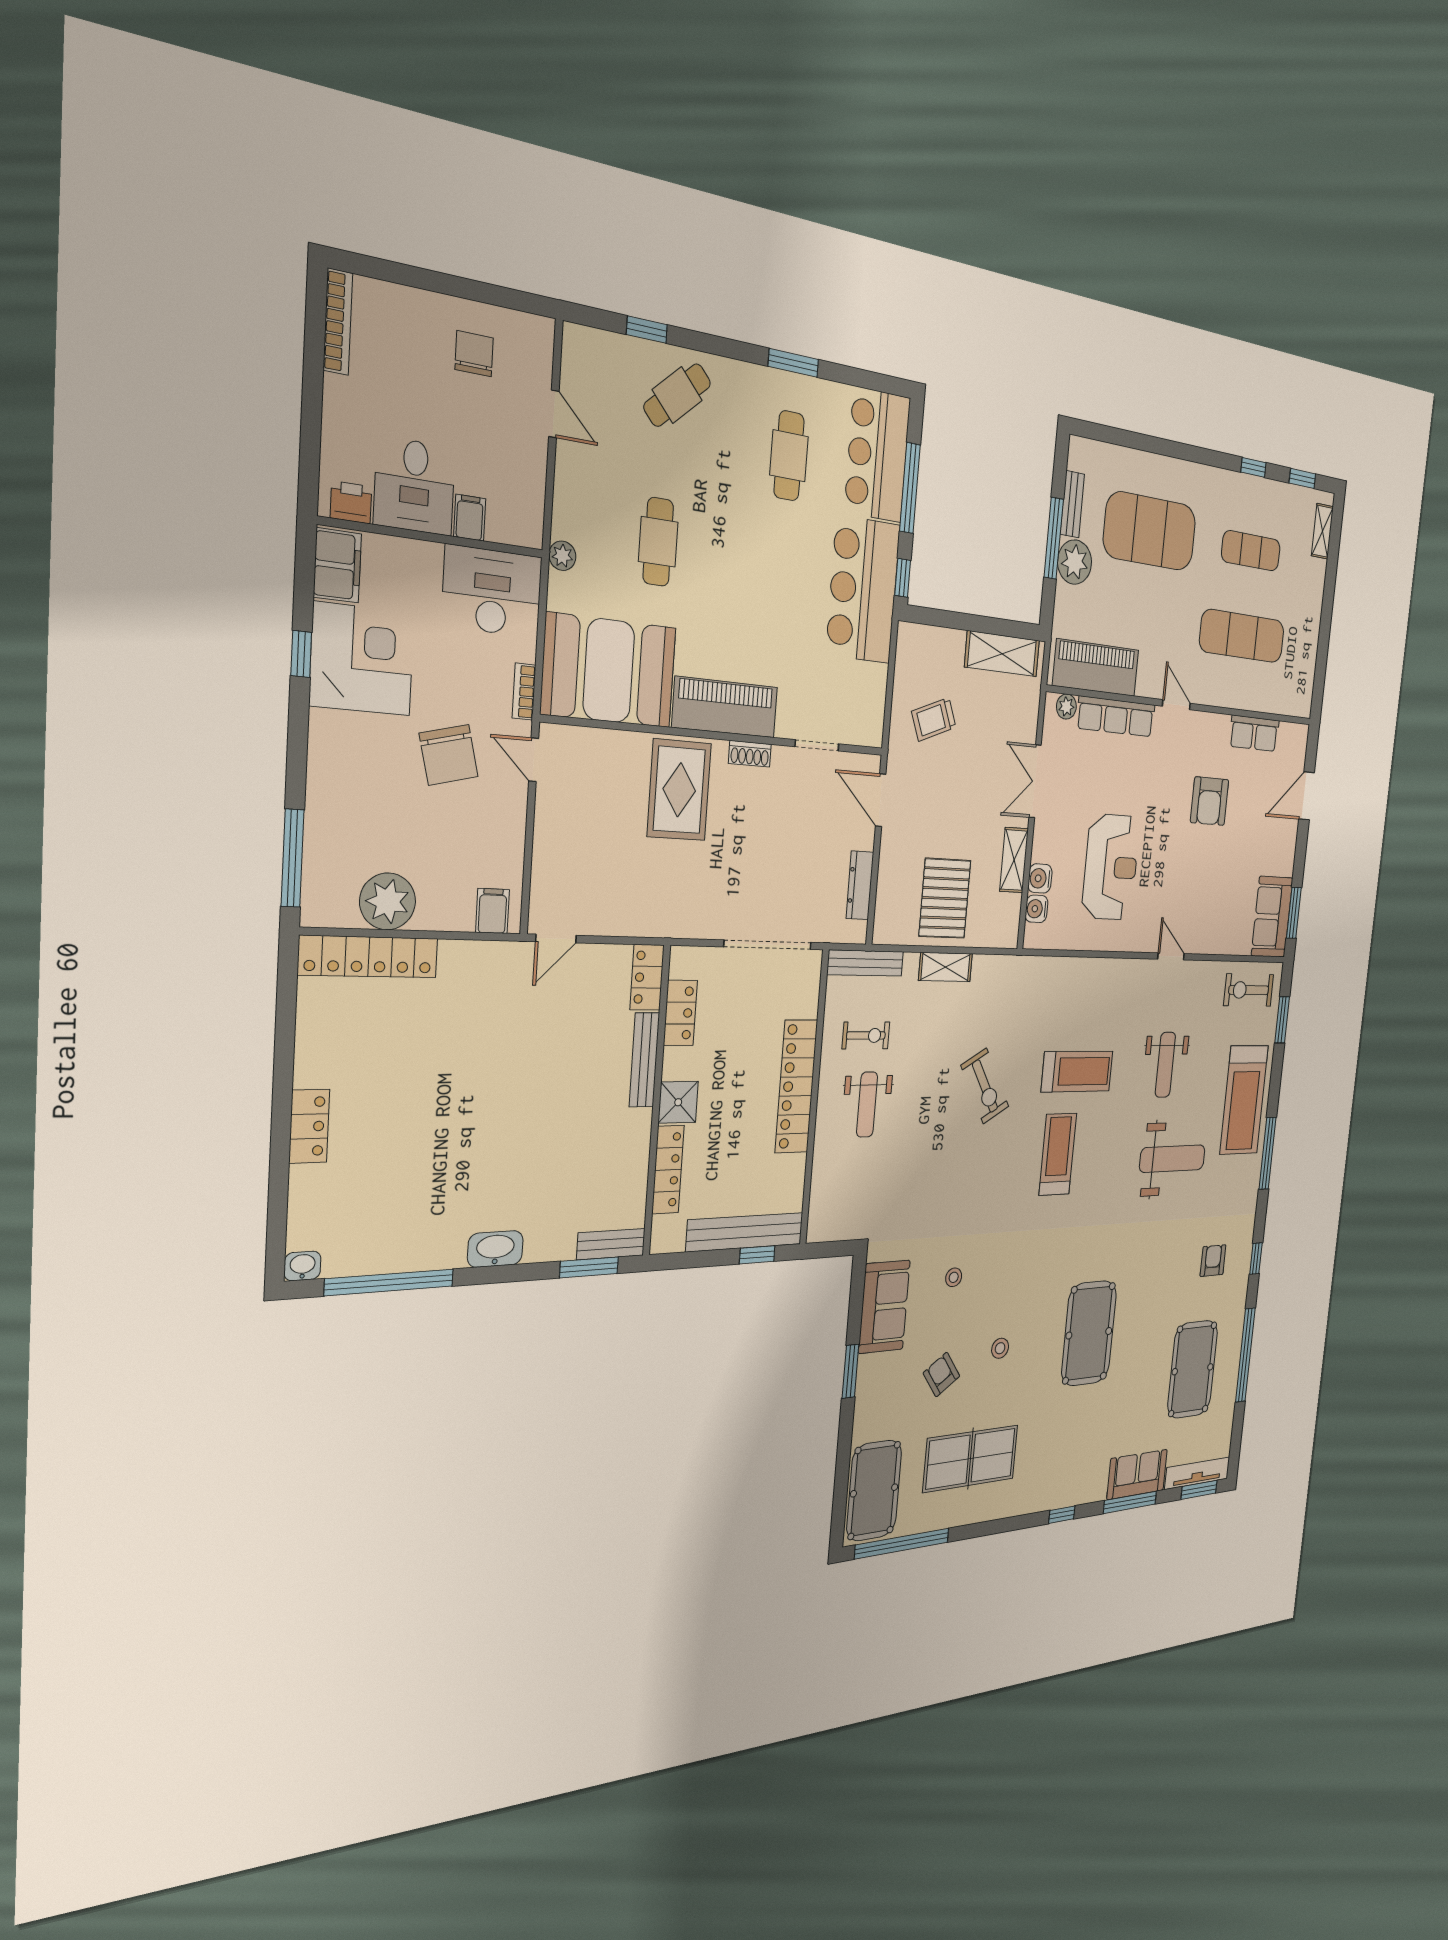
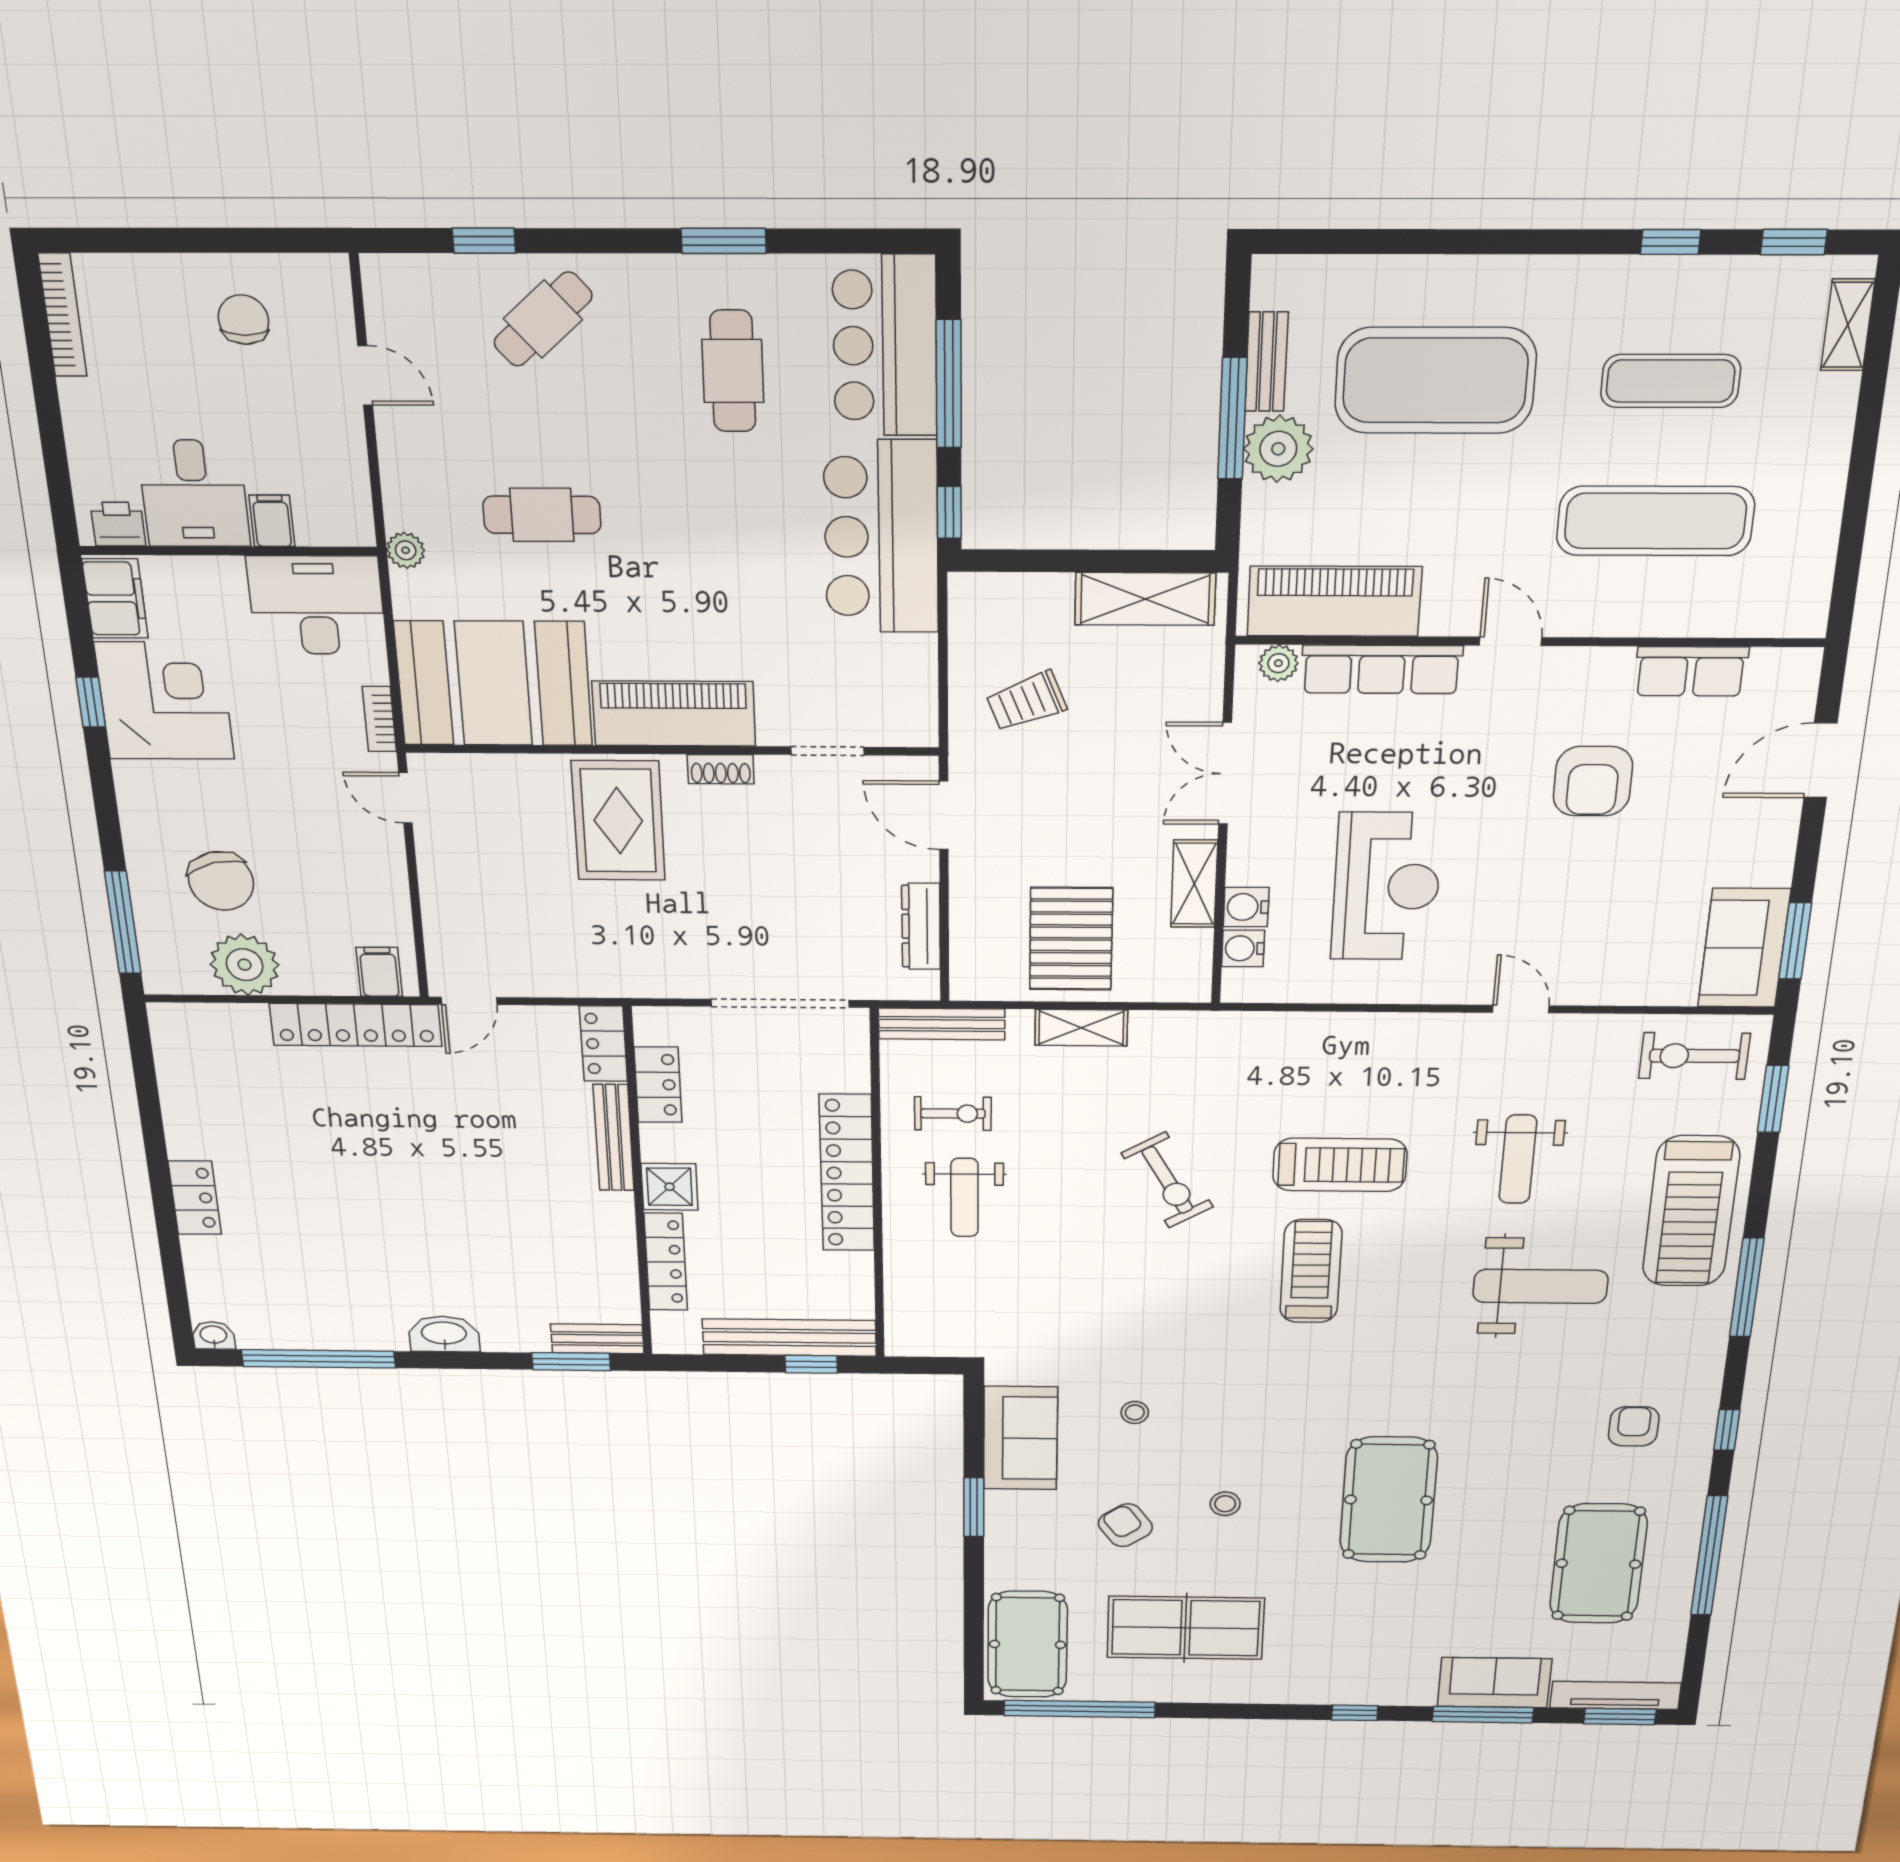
cafe table: (658, 542) -> (542, 515), turned 90
chair: (449, 755) -> (221, 881), moved
locker: (369, 957) -> (356, 1025), moved

